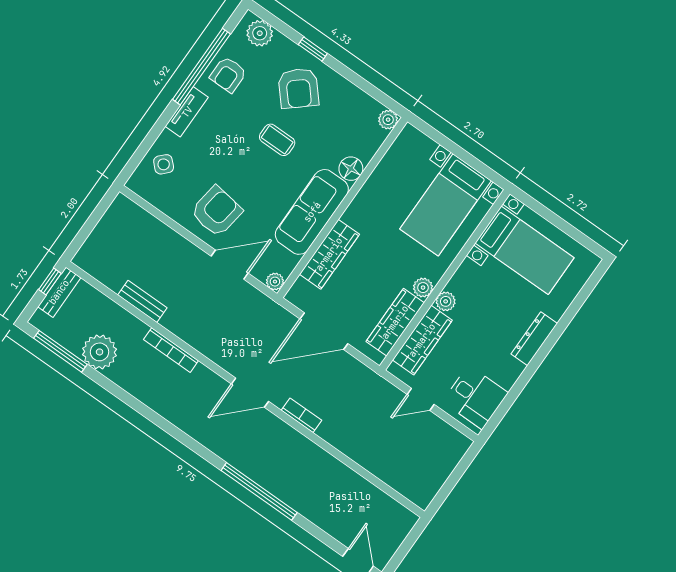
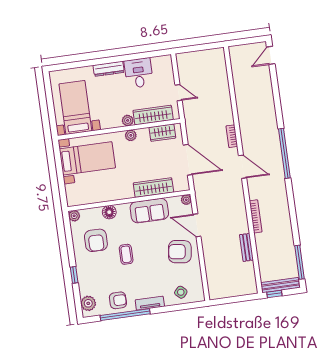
armchair: (298, 88) -> (96, 240), moved, turned 131
sofa: (312, 212) -> (149, 211), width x0.73
bench: (59, 292) -> (280, 285), width x1.36
wardrobe: (395, 322) -> (162, 133), width x0.67
plant: (100, 352) -> (284, 246), removed
desk: (475, 397) -> (139, 73), moved
window: (259, 491) -> (284, 153), moved

